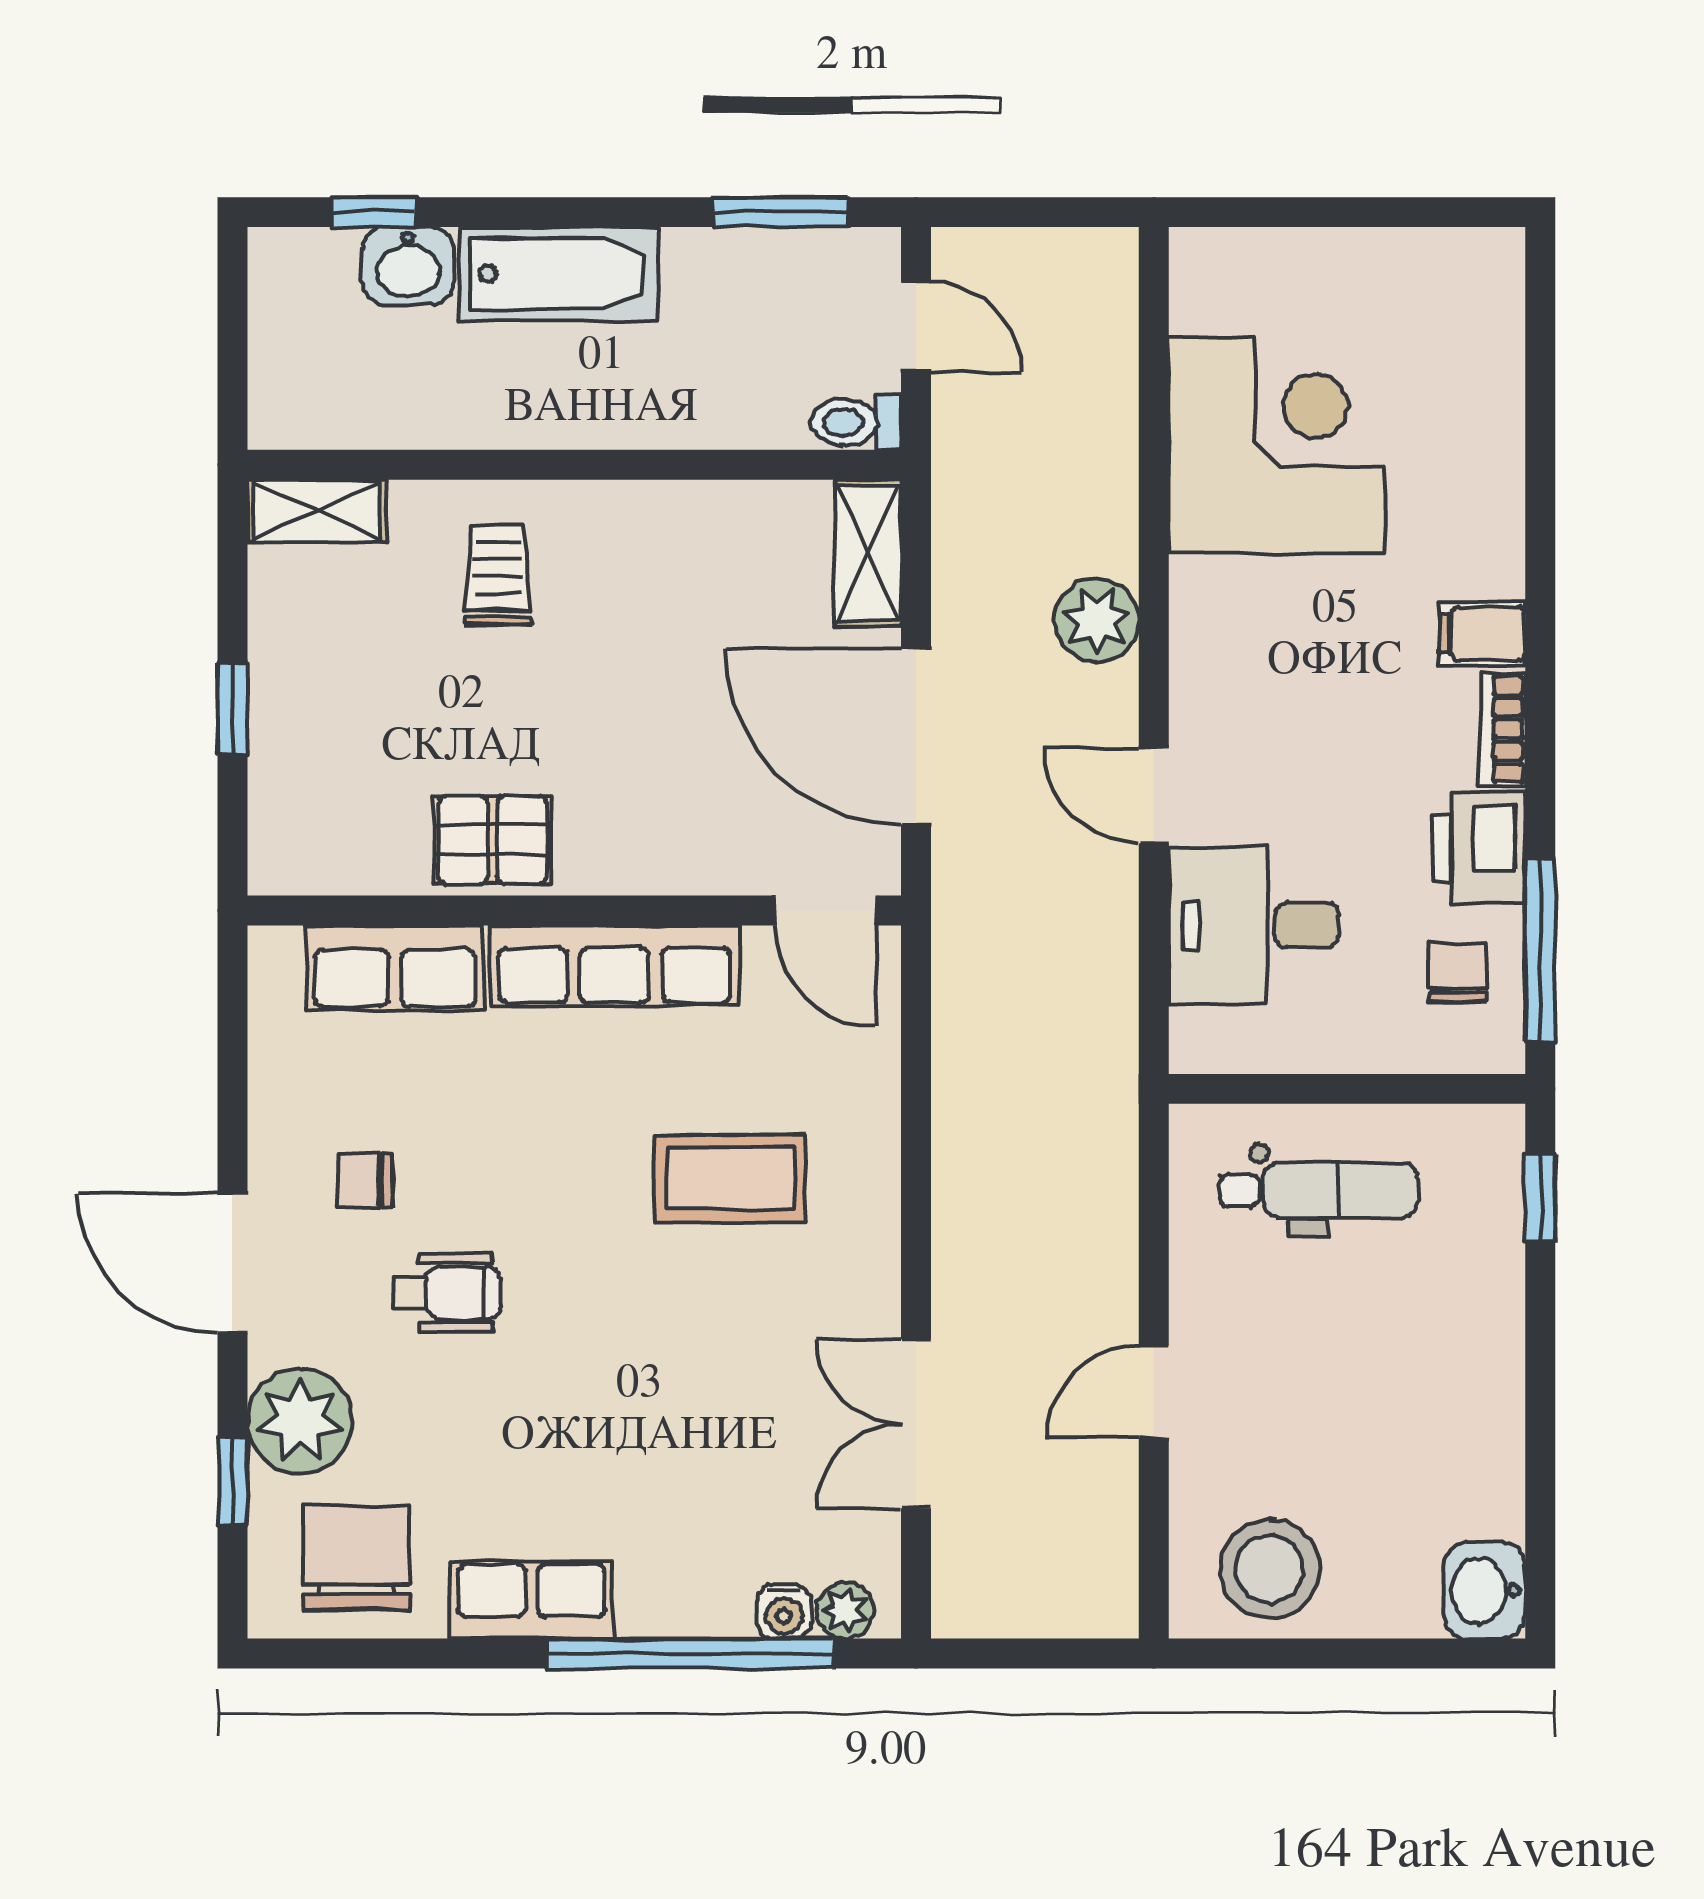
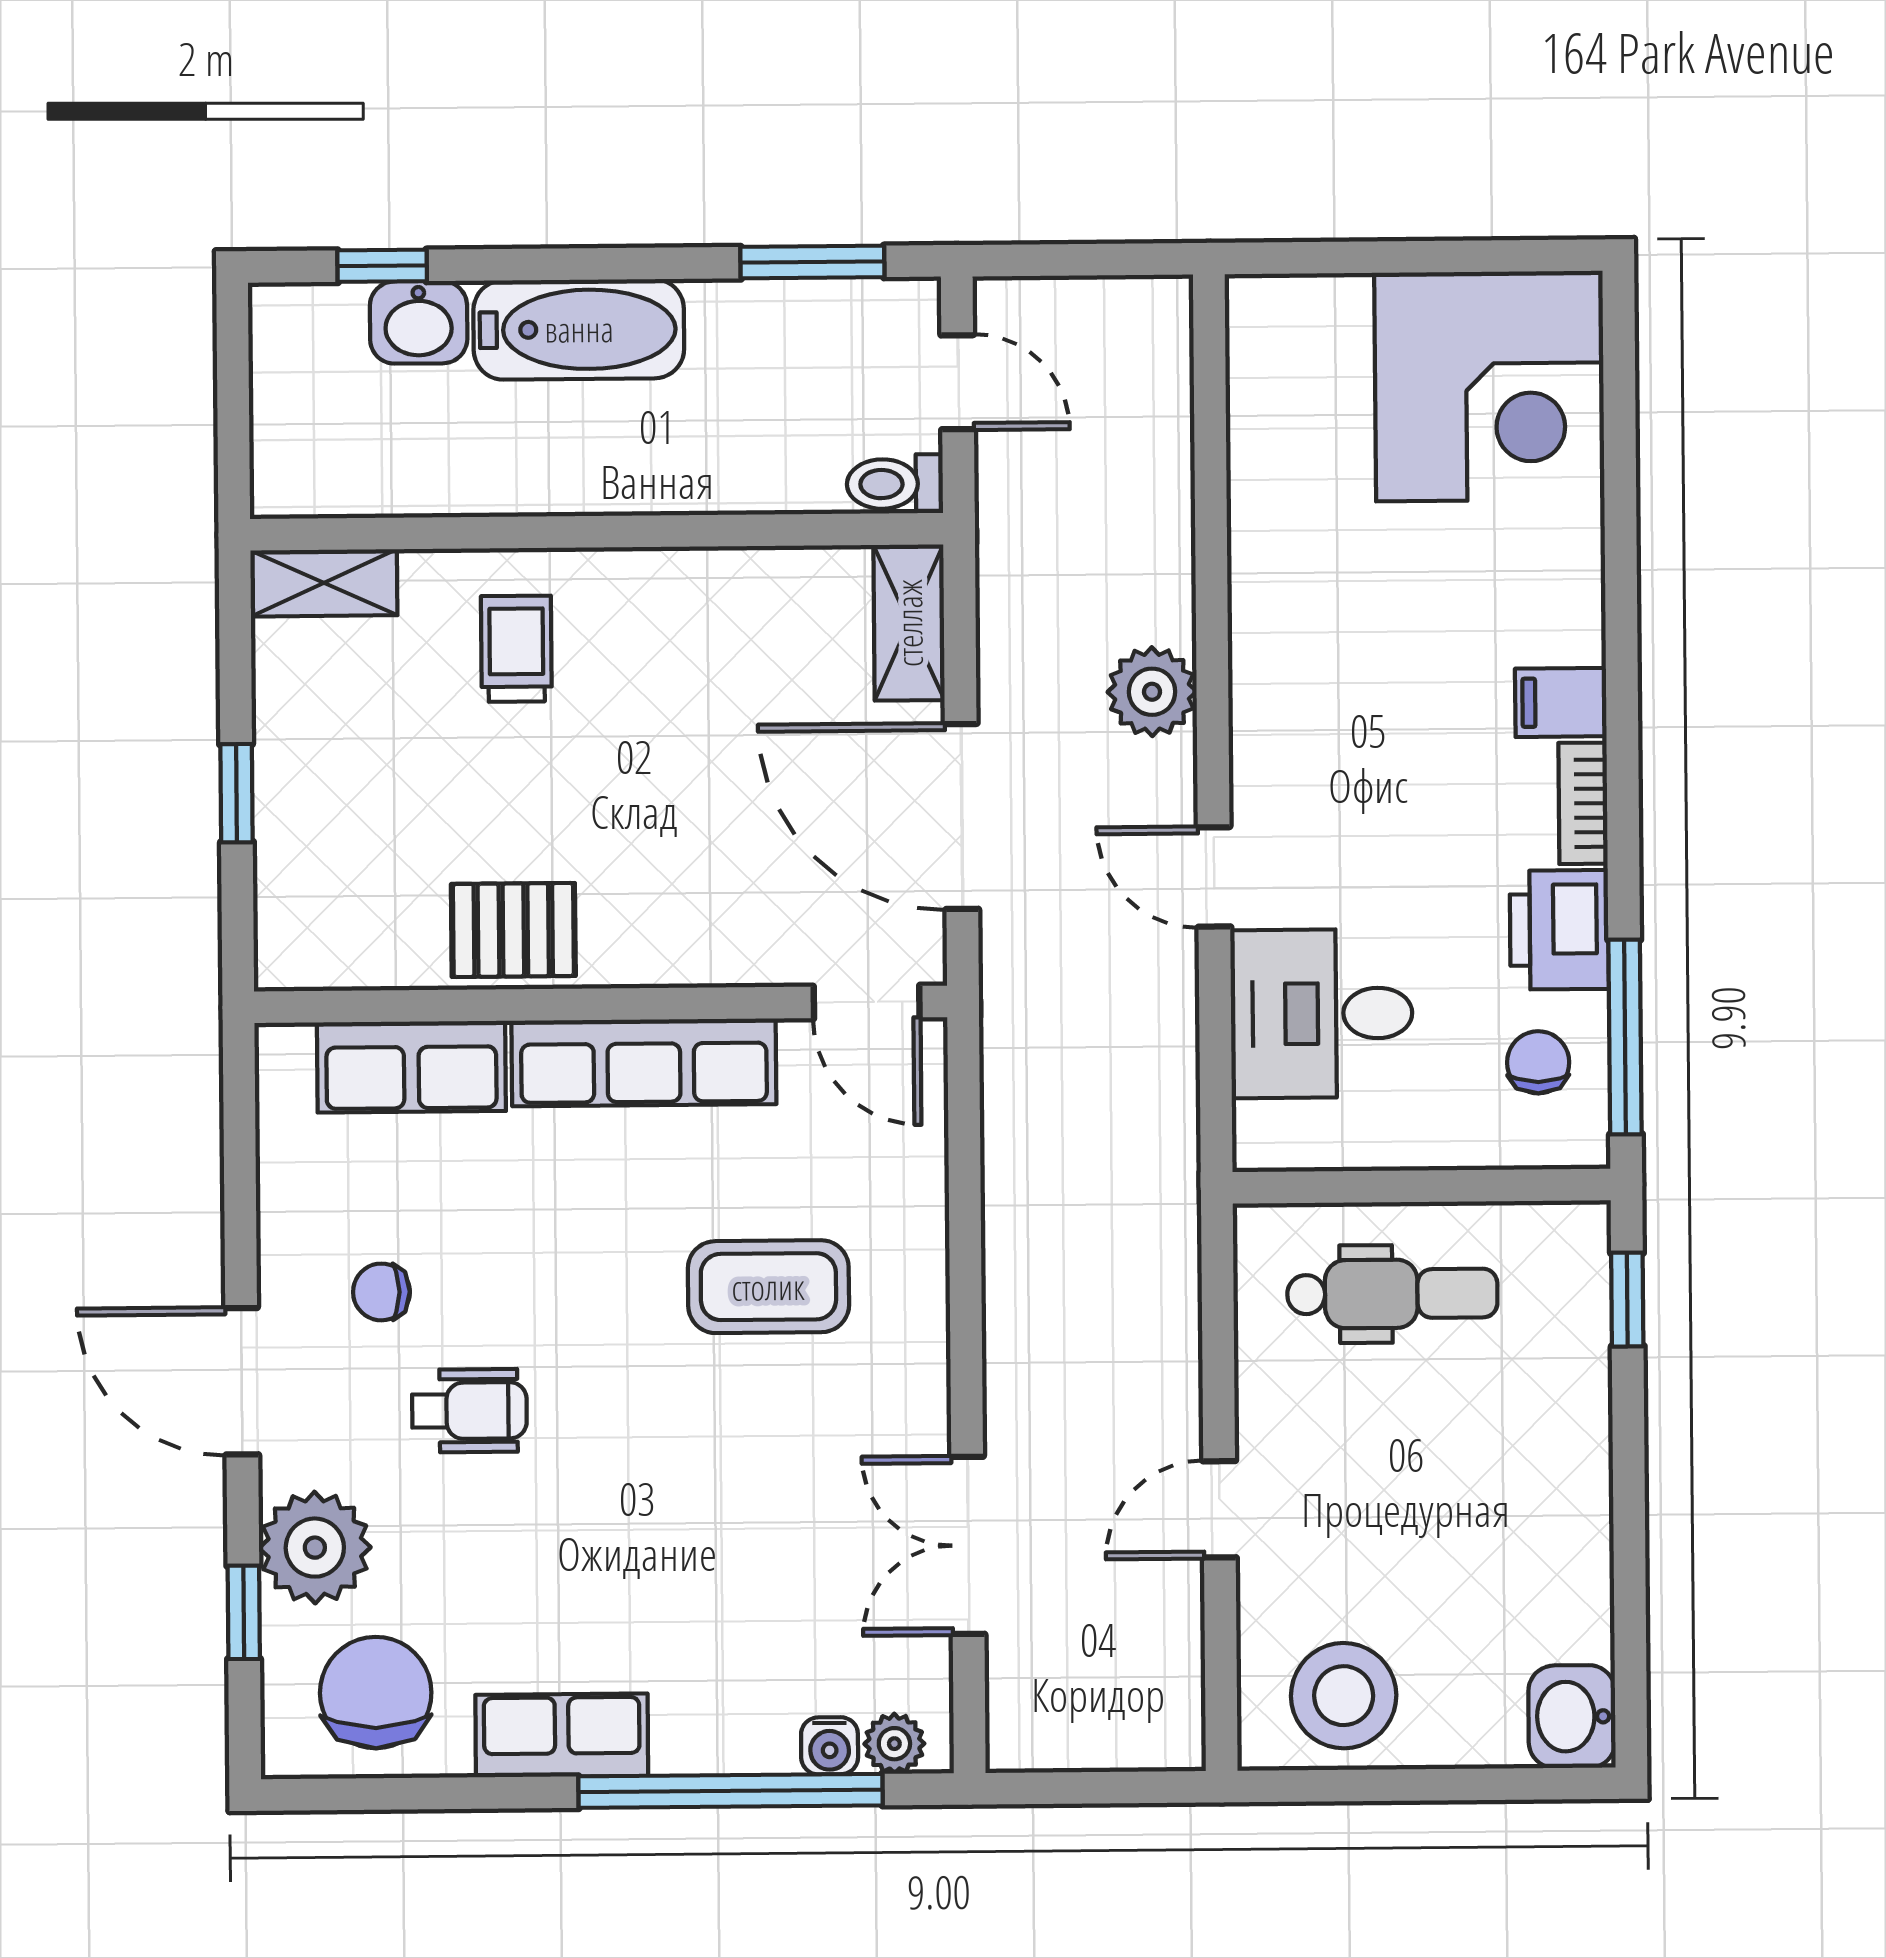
corner desk: (1277, 445) -> (1489, 386), moved, turned 90

